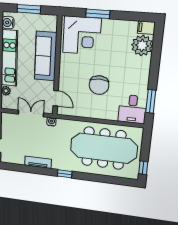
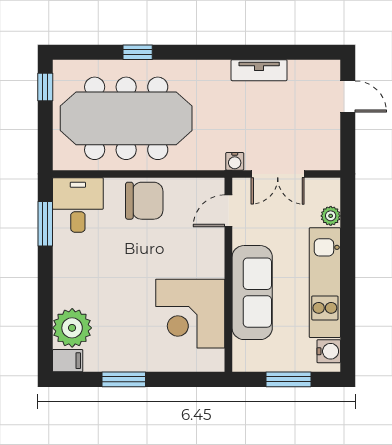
window: (98, 14) -> (124, 379), moved
corner desk: (82, 36) -> (190, 314), moved, turned -90
chair: (99, 85) -> (144, 201), moved, turned 90
door: (56, 98) -> (228, 211), hinge flipped
window: (65, 174) -> (138, 52), moved

